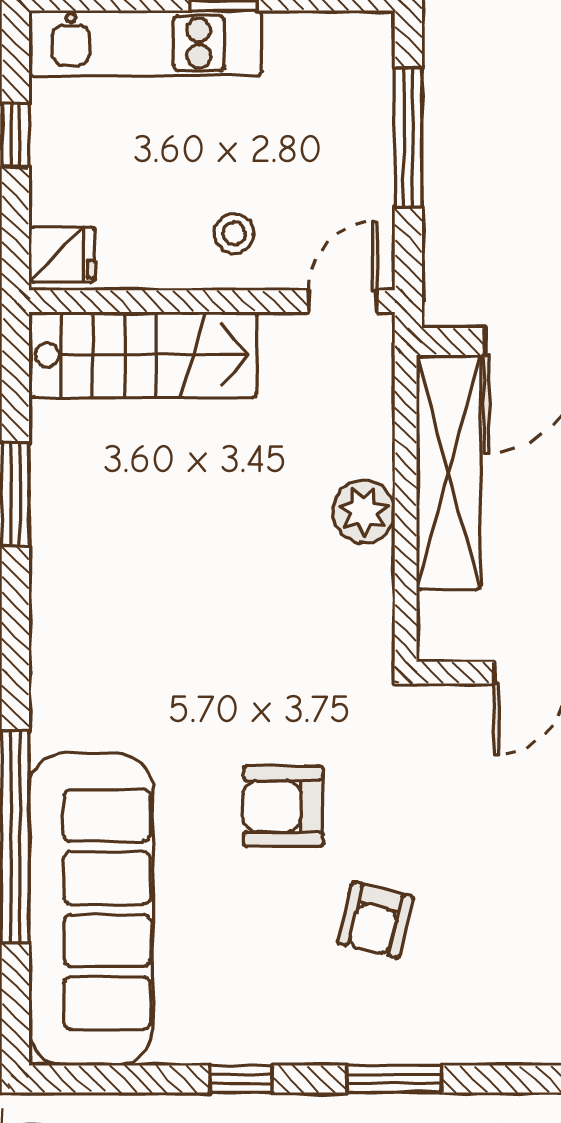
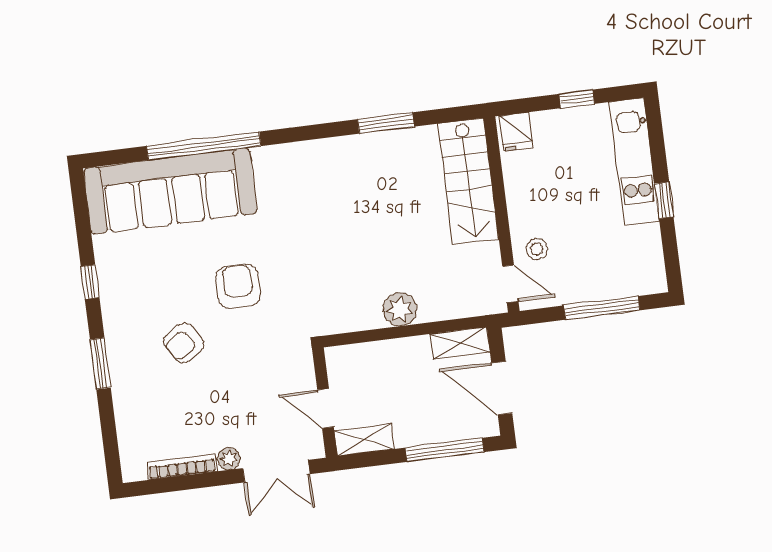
stool: (234, 233) -> (537, 249), moved
shelving: (449, 472) -> (460, 343), width x0.45, depth x0.75
armchair: (376, 920) -> (184, 343), turned -47

